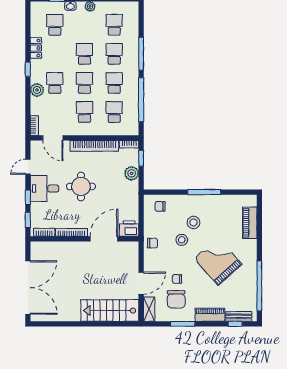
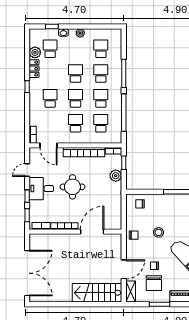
plant: (37, 90) -> (35, 52), moved
stool: (193, 222) -> (169, 218), removed
printer: (129, 229) -> (114, 223), removed

